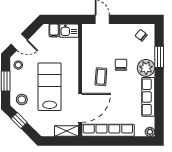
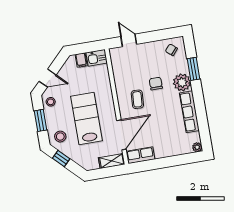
row of seats: (108, 130) -> (140, 155), width x0.50

